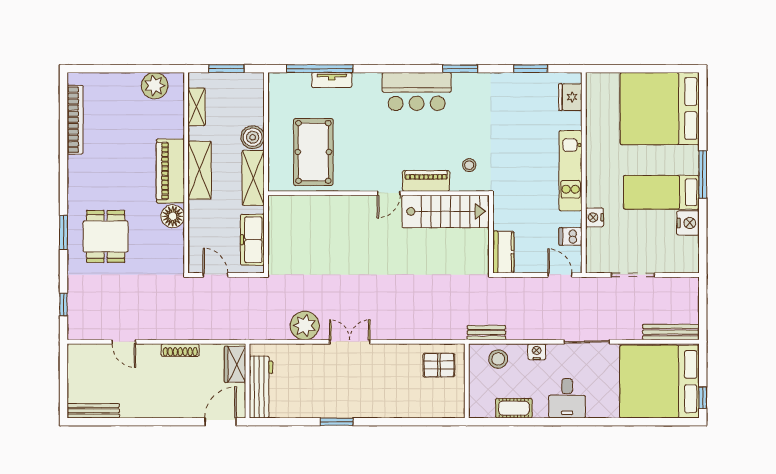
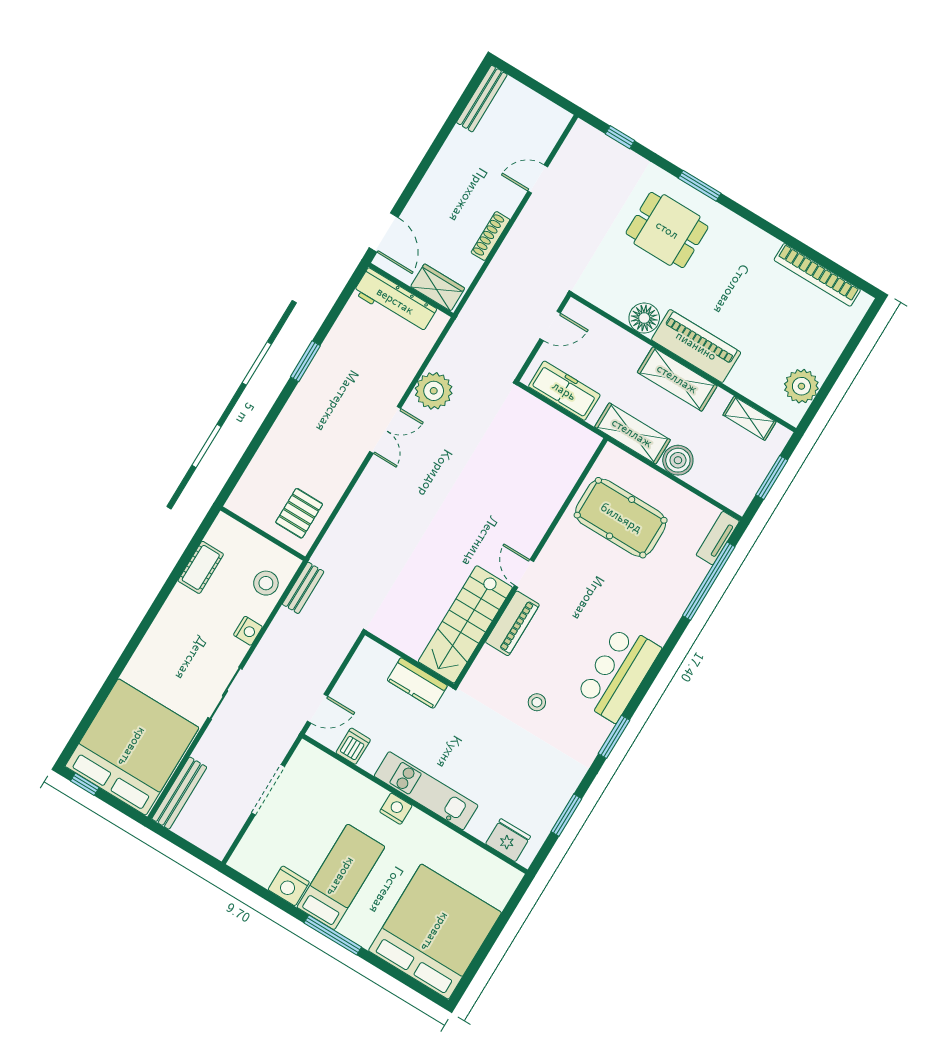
tv unit: (332, 80) -> (718, 538), moved
stool: (469, 165) -> (537, 702), moved
nightstand: (594, 217) -> (396, 809), moved
kitchen counter: (503, 252) -> (417, 683), moved
desk: (567, 398) -> (176, 633), removed

